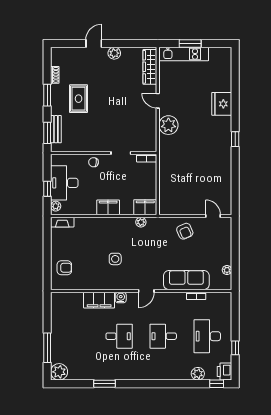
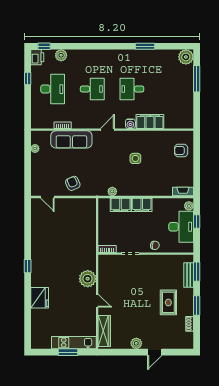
filing cabinet: (145, 207) -> (121, 205), moved

